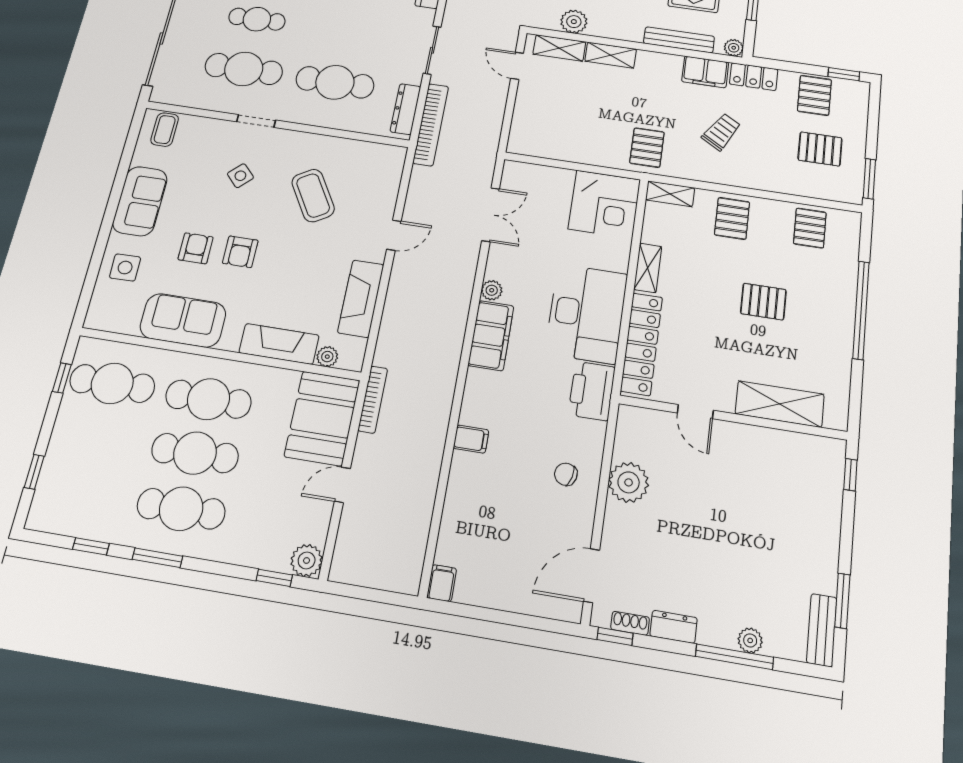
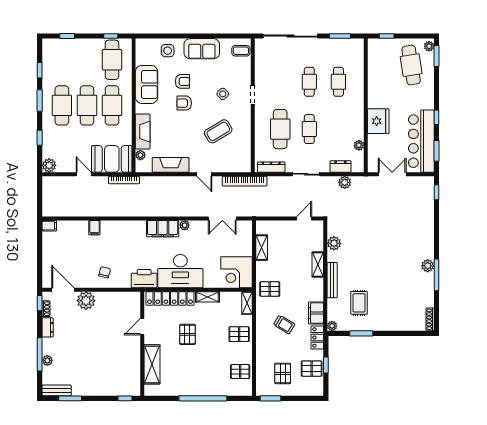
bench: (679, 40) -> (332, 280), moved
shelving: (559, 48) -> (262, 248), moved
cafe table: (244, 69) -> (309, 129), moved, width x0.73, depth x0.74
window: (844, 74) -> (326, 365), moved
bookcase: (431, 125) -> (245, 181), moved
pallet: (763, 302) -> (187, 334), moved
filing cabinet: (471, 439) -> (94, 228), moved
plant: (629, 482) -> (86, 301), moved
window: (274, 578) -> (40, 138), moved

